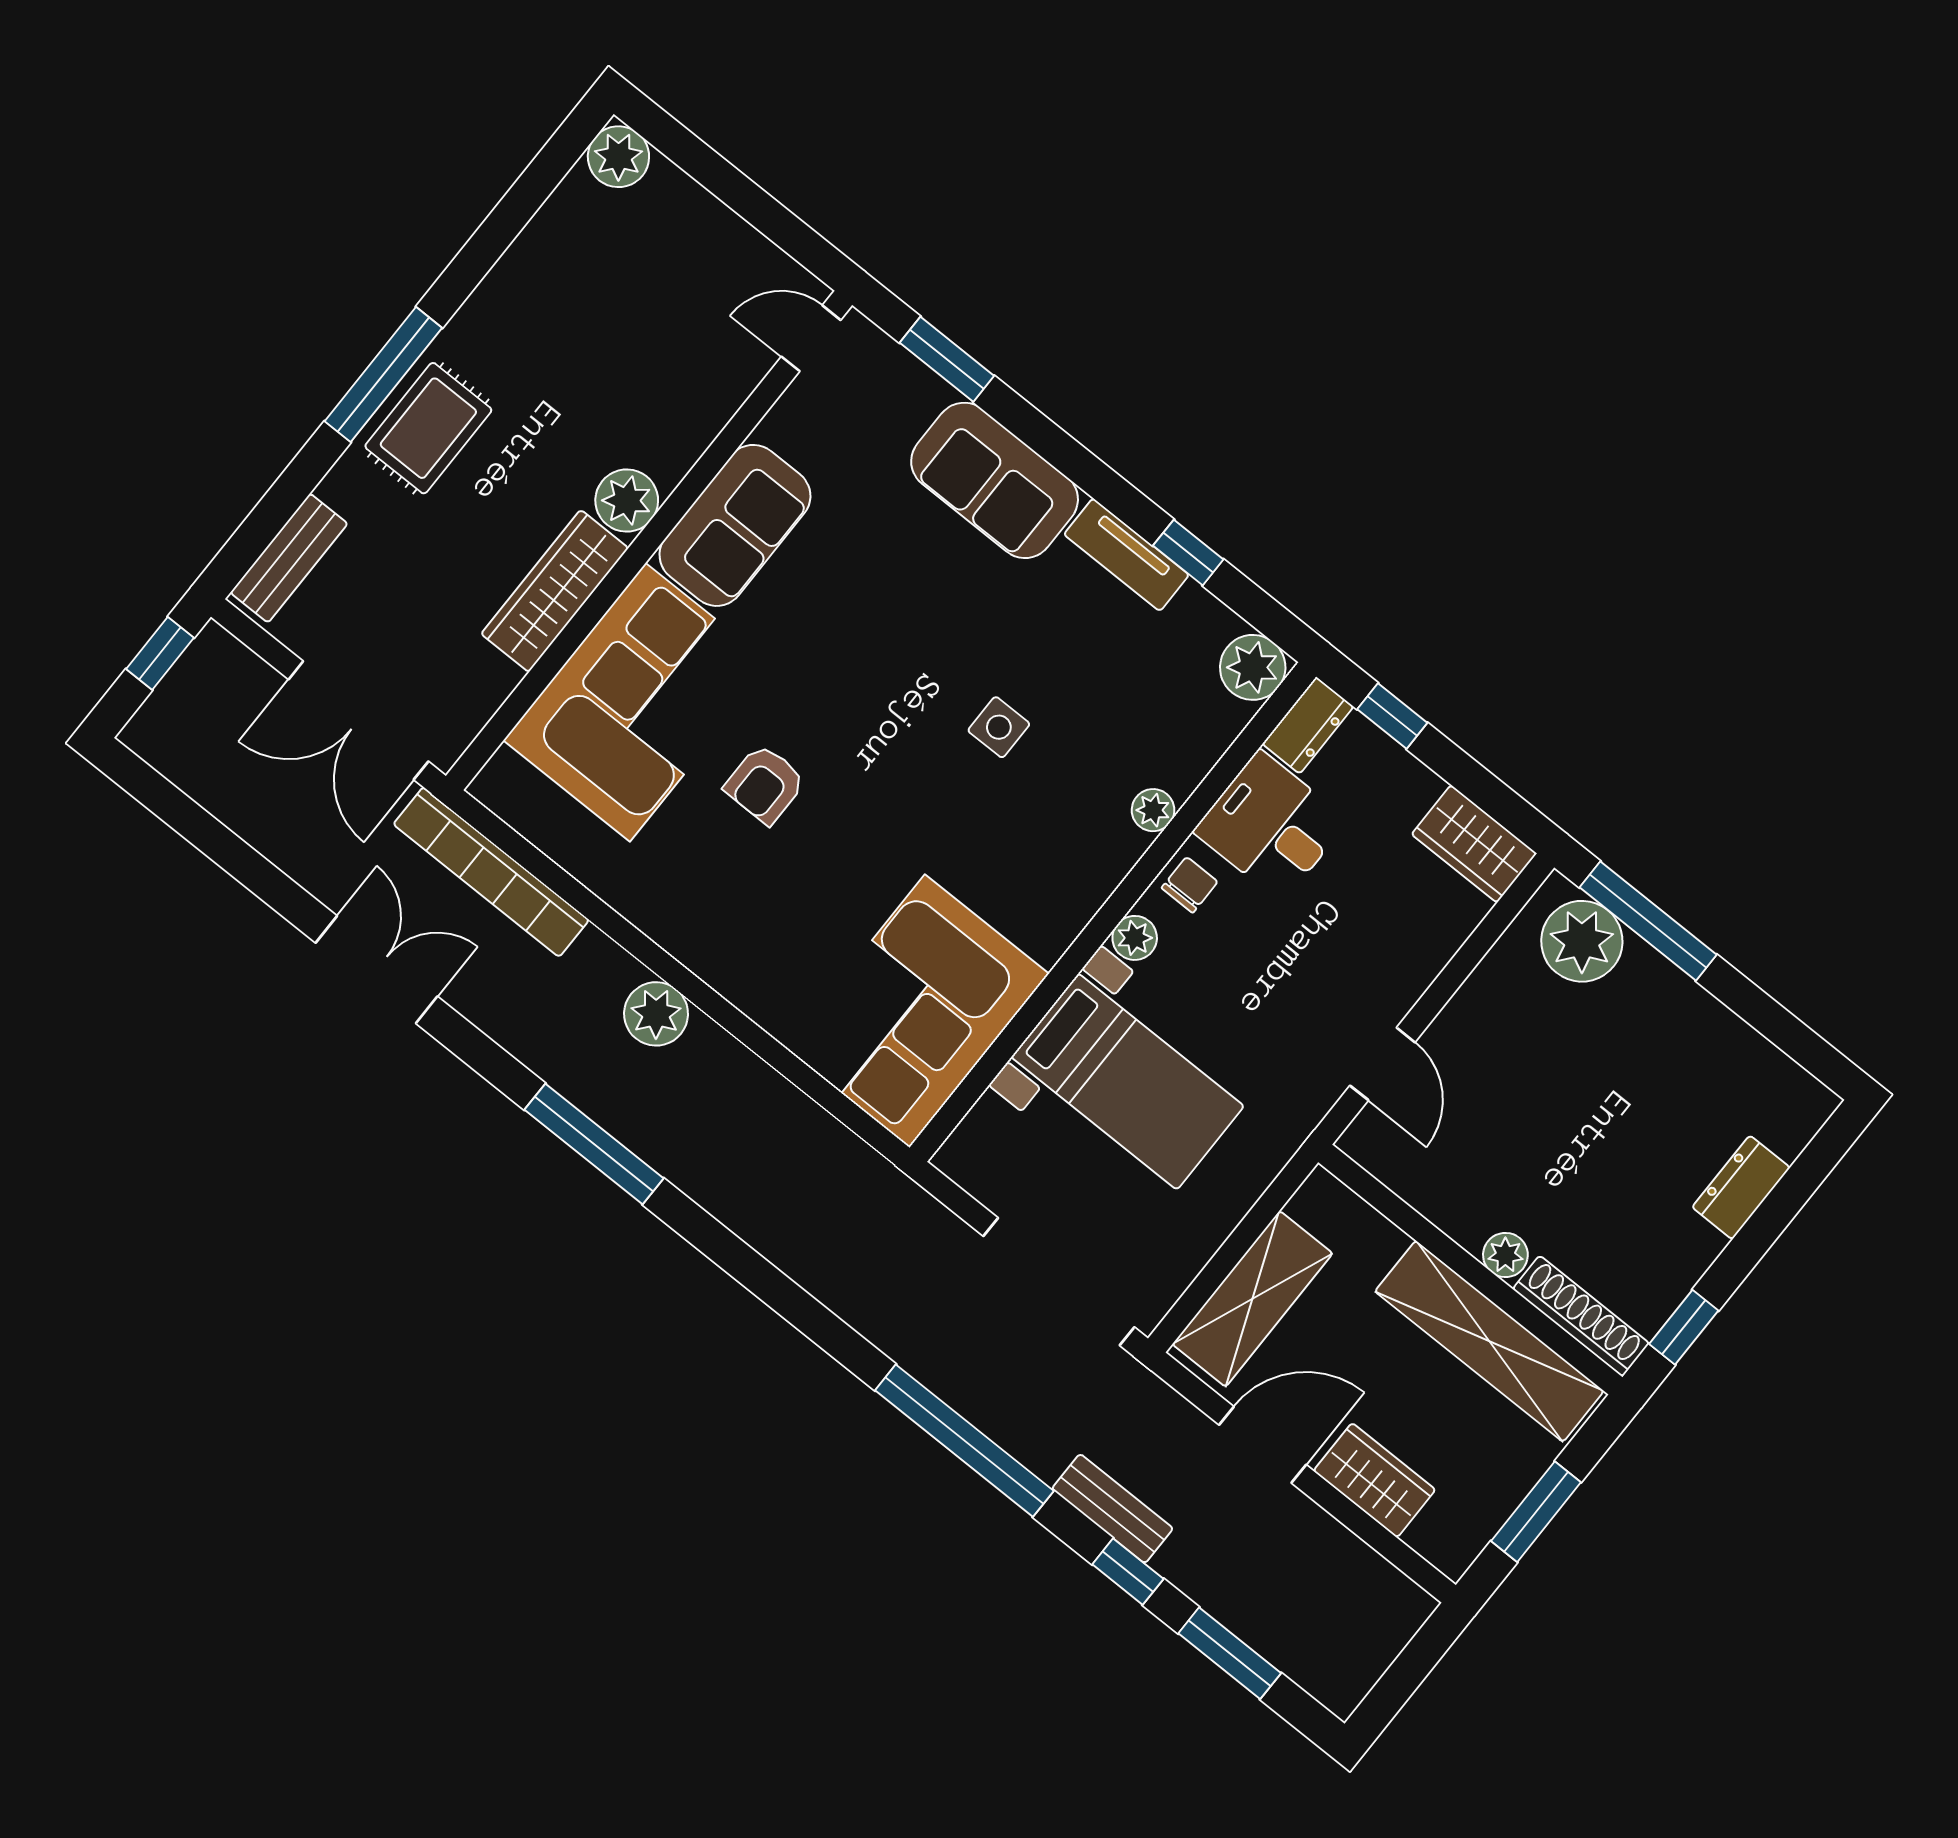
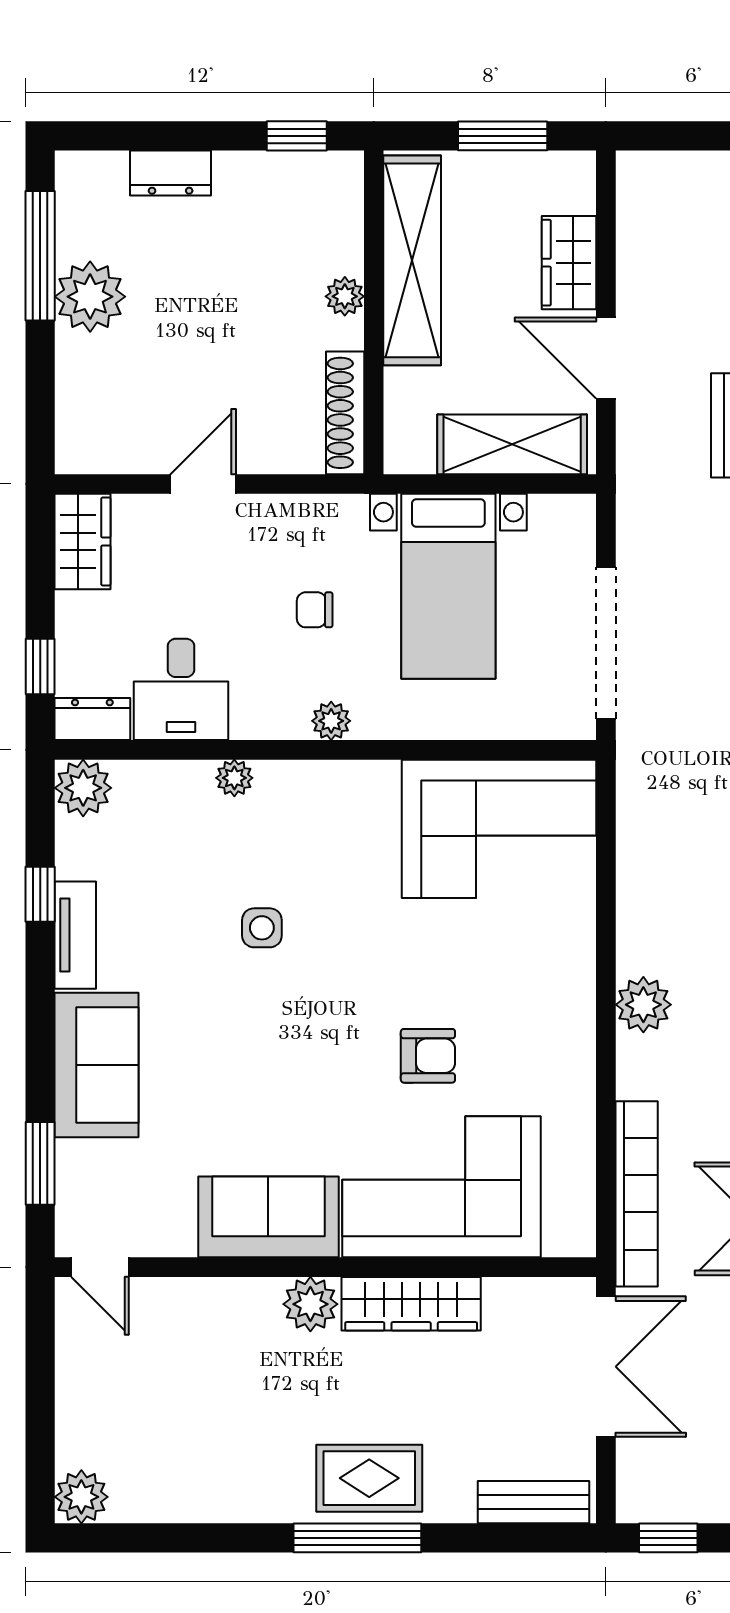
chair: (1190, 885) -> (315, 610), moved
window: (1648, 921) -> (40, 256), moved
plant: (1582, 941) -> (90, 297), moved
door: (1382, 1064) -> (203, 484), moved
bed with nightstands: (1128, 1082) -> (448, 586), moved, turned 180
doorway: (1059, 1282) -> (606, 643), moved
shoe rack: (1581, 1316) -> (345, 413), moved

